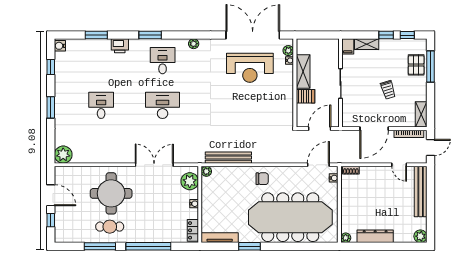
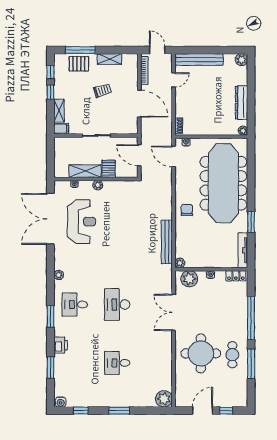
plant: (288, 51) -> (98, 185), moved
shelving: (421, 114) -> (109, 59), moved

